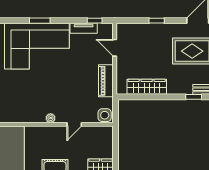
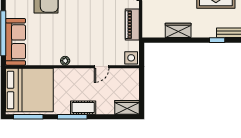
wardrobe: (147, 87) -> (178, 30), width x0.67
plant: (51, 118) -> (65, 61), moved

